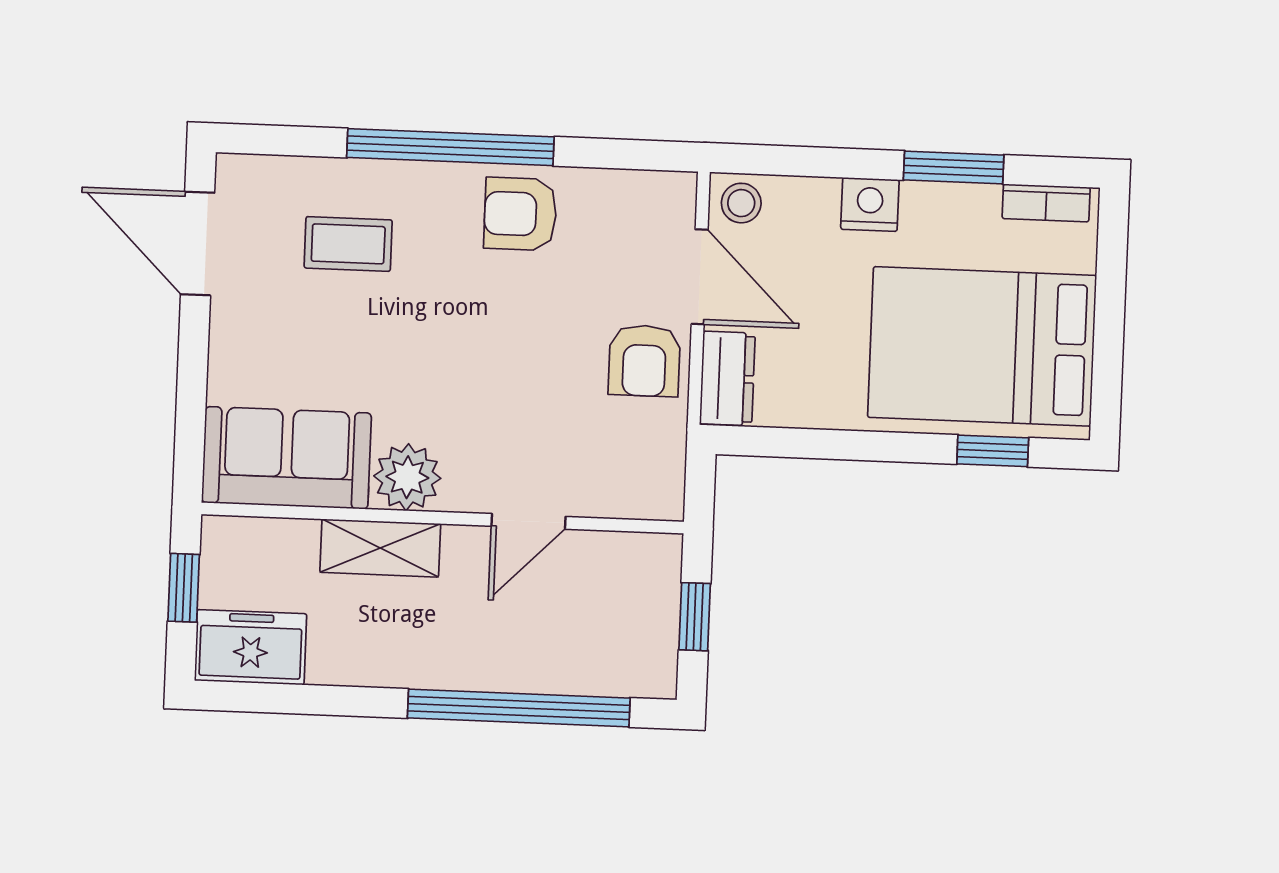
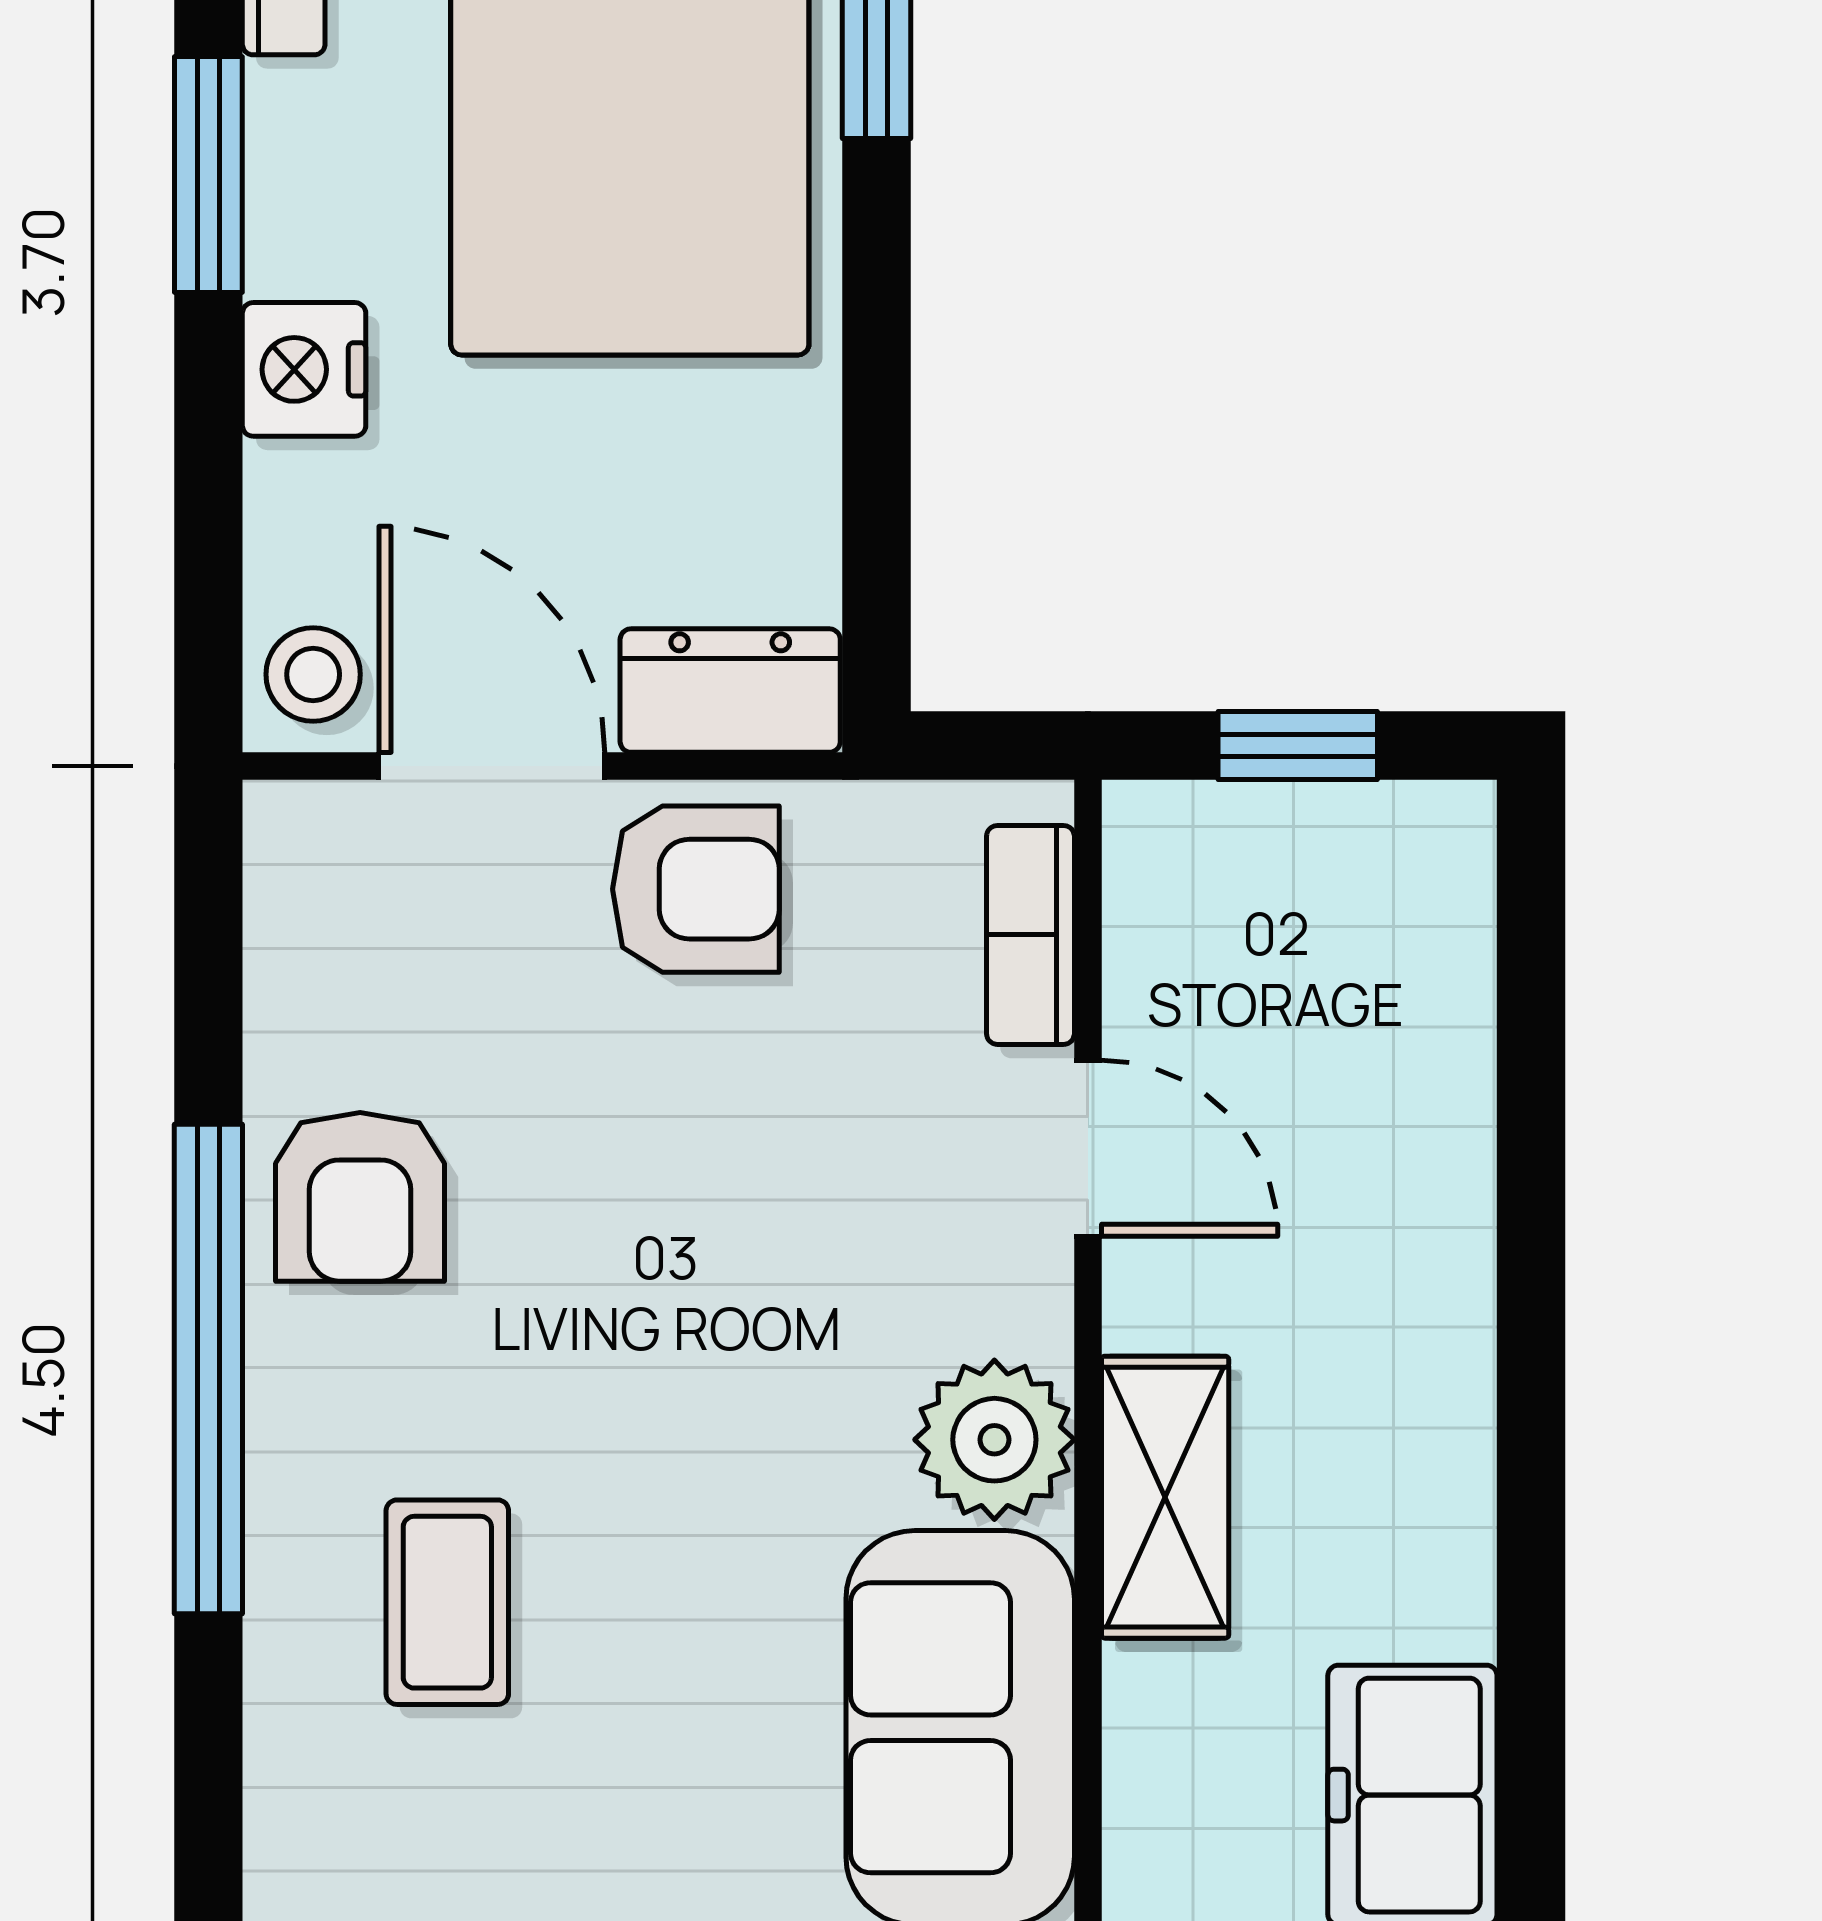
door: (700, 277) -> (492, 766), hinge flipped
bookcase: (619, 501) -> (1030, 935), added
window: (519, 708) -> (1531, 1154), removed

